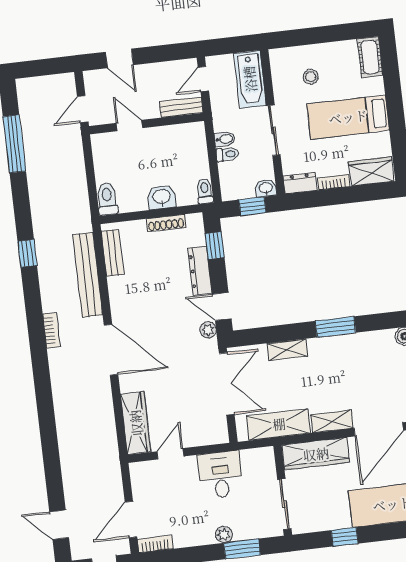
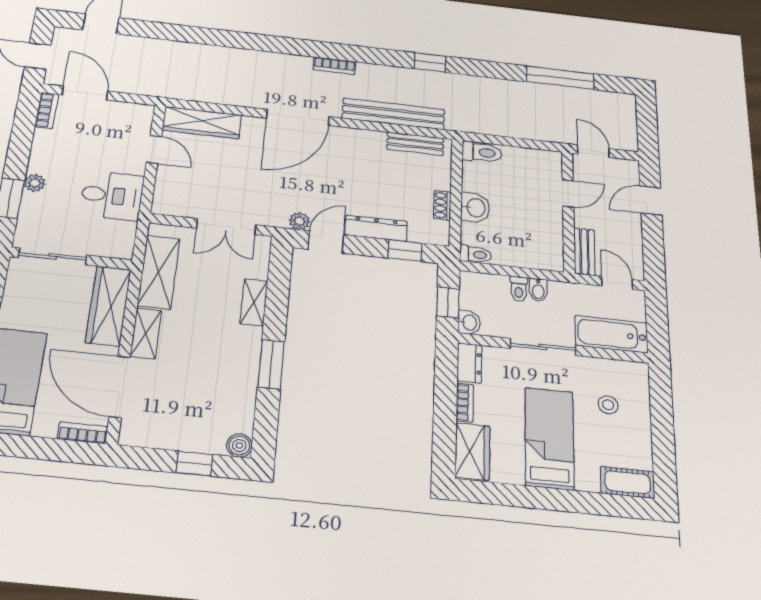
shoe rack: (166, 223) -> (442, 205), width x0.70
double door: (227, 384) -> (226, 226), width x0.73

